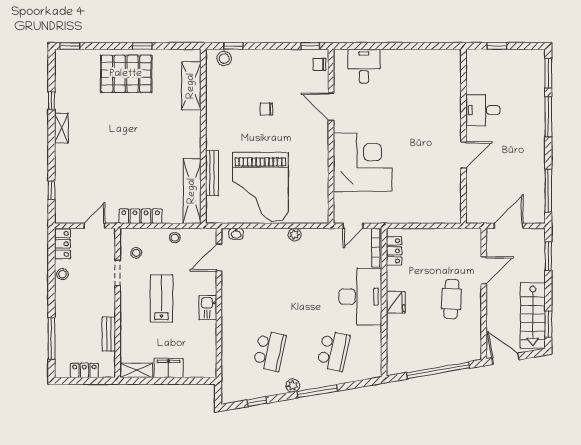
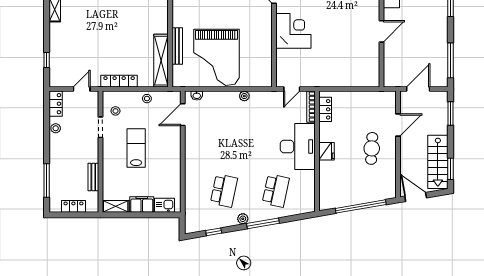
corner desk: (363, 162) -> (293, 31), width x0.74, depth x0.74
kitchen sink: (208, 308) -> (164, 205), moved, turned 90

